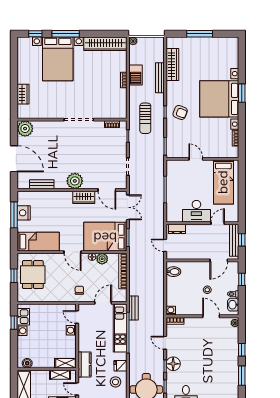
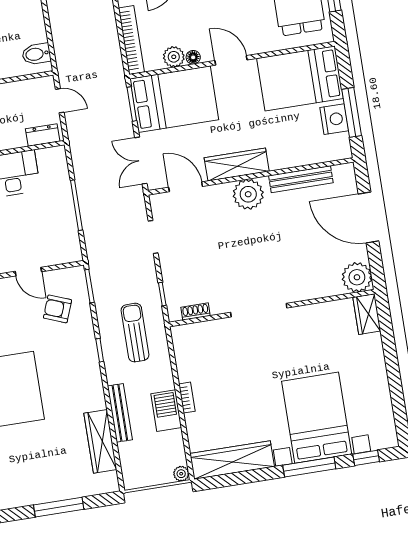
wardrobe: (23, 94) -> (367, 314), moved
armchair: (180, 112) -> (57, 309), moved
bench: (42, 184) -> (301, 179), width x1.36
wardrobe: (84, 197) -> (237, 164), width x1.50
bed: (38, 242) -> (300, 78), width x1.50

